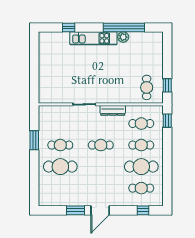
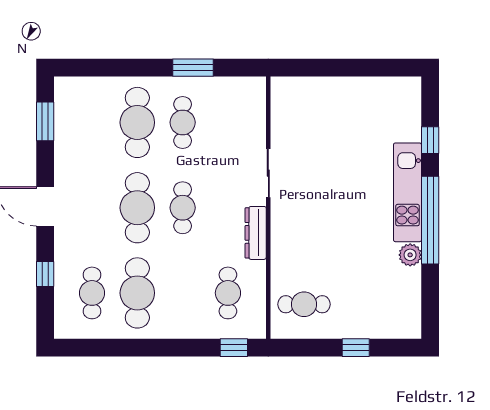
window: (124, 28) -> (430, 220), moved
window: (167, 85) -> (356, 348), moved
cafe table: (141, 145) -> (137, 208), moved, width x1.37, depth x1.35
window: (76, 210) -> (45, 121), moved
window: (143, 210) -> (45, 274), moved

